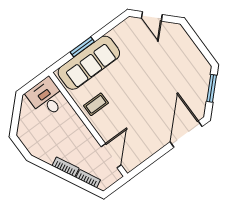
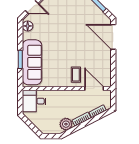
floor lamp: (127, 27) -> (28, 26), added
coffee table: (96, 104) -> (76, 75), moved
plant: (47, 153) -> (66, 124), added

